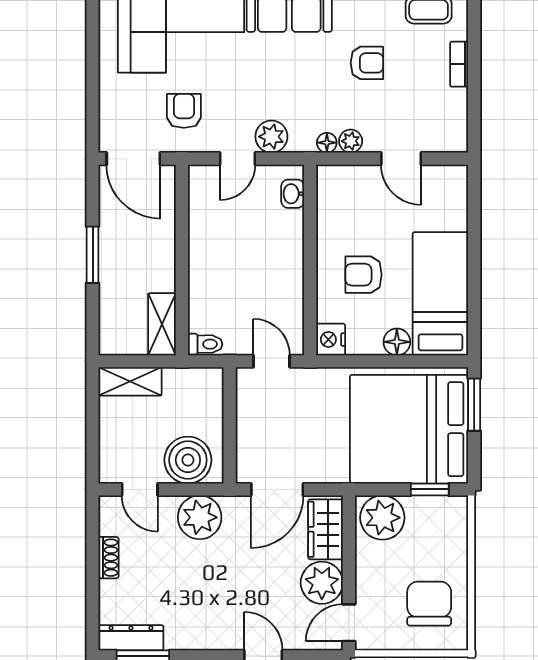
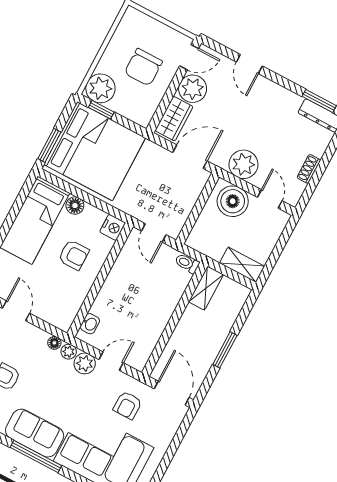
plant: (351, 141) -> (69, 352), moved
plant: (382, 518) -> (100, 88), moved
chair: (429, 604) -> (143, 67), moved

